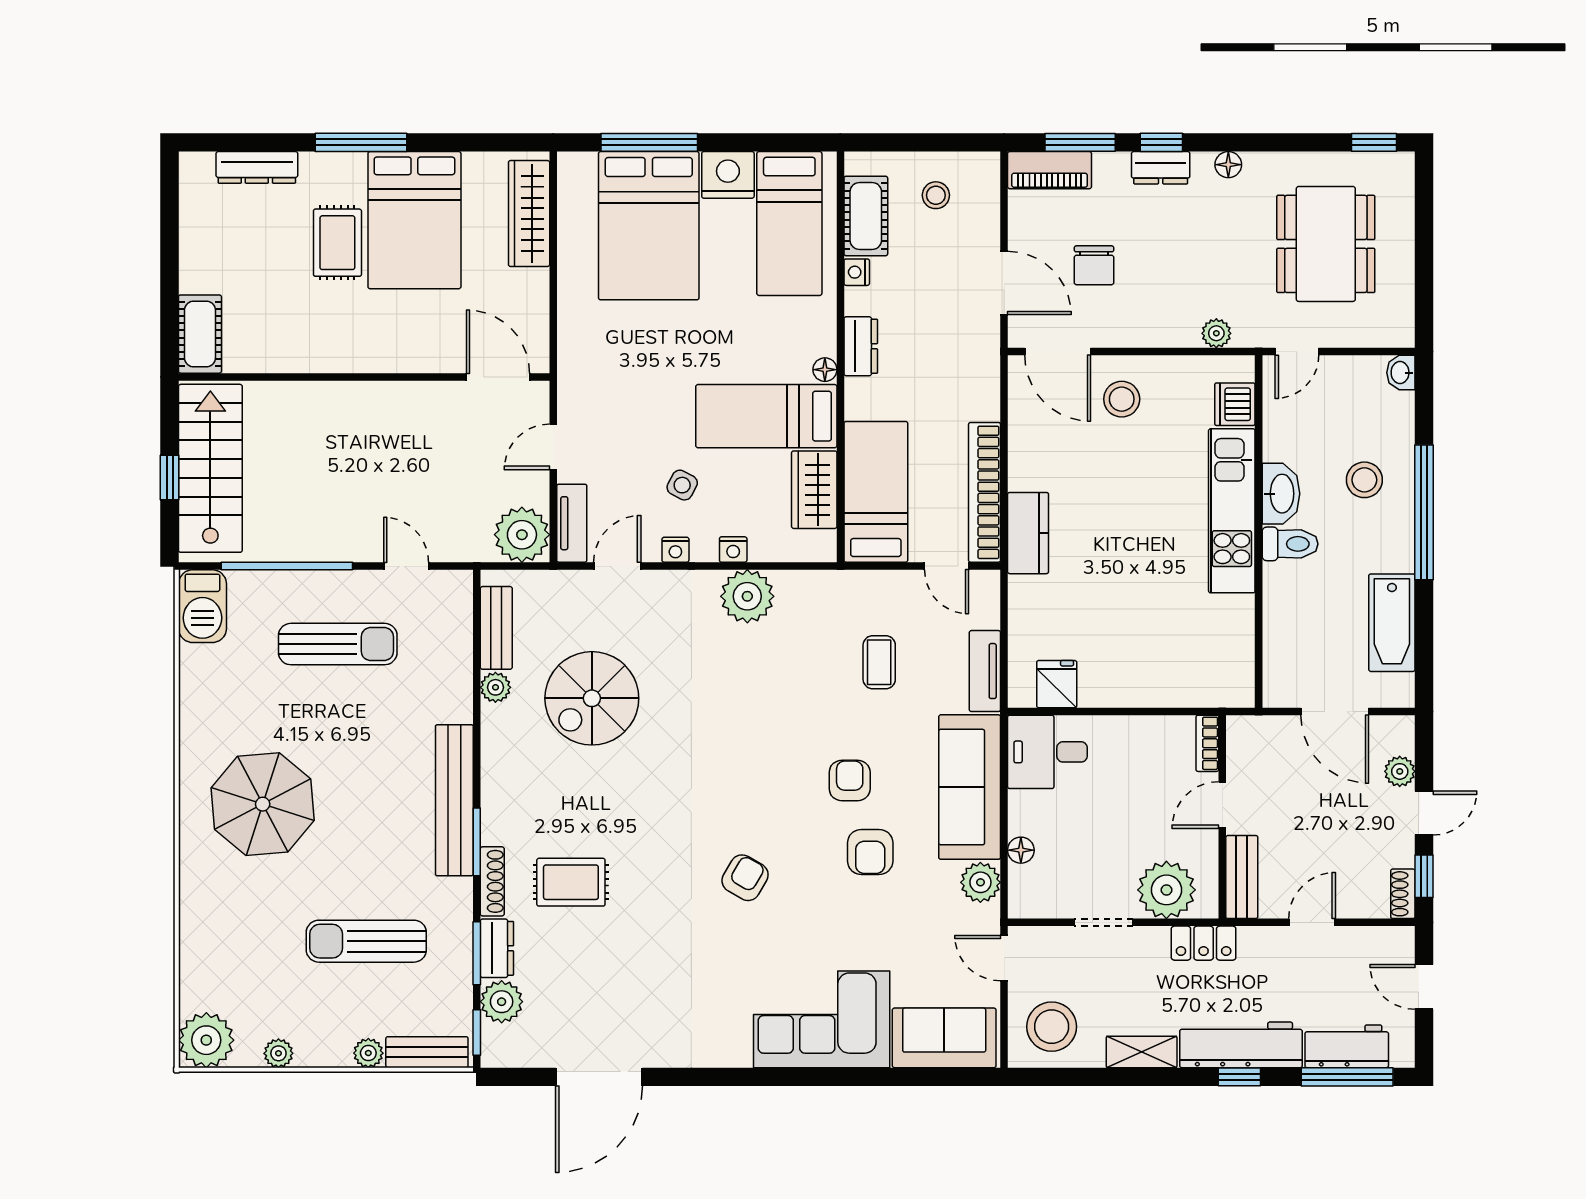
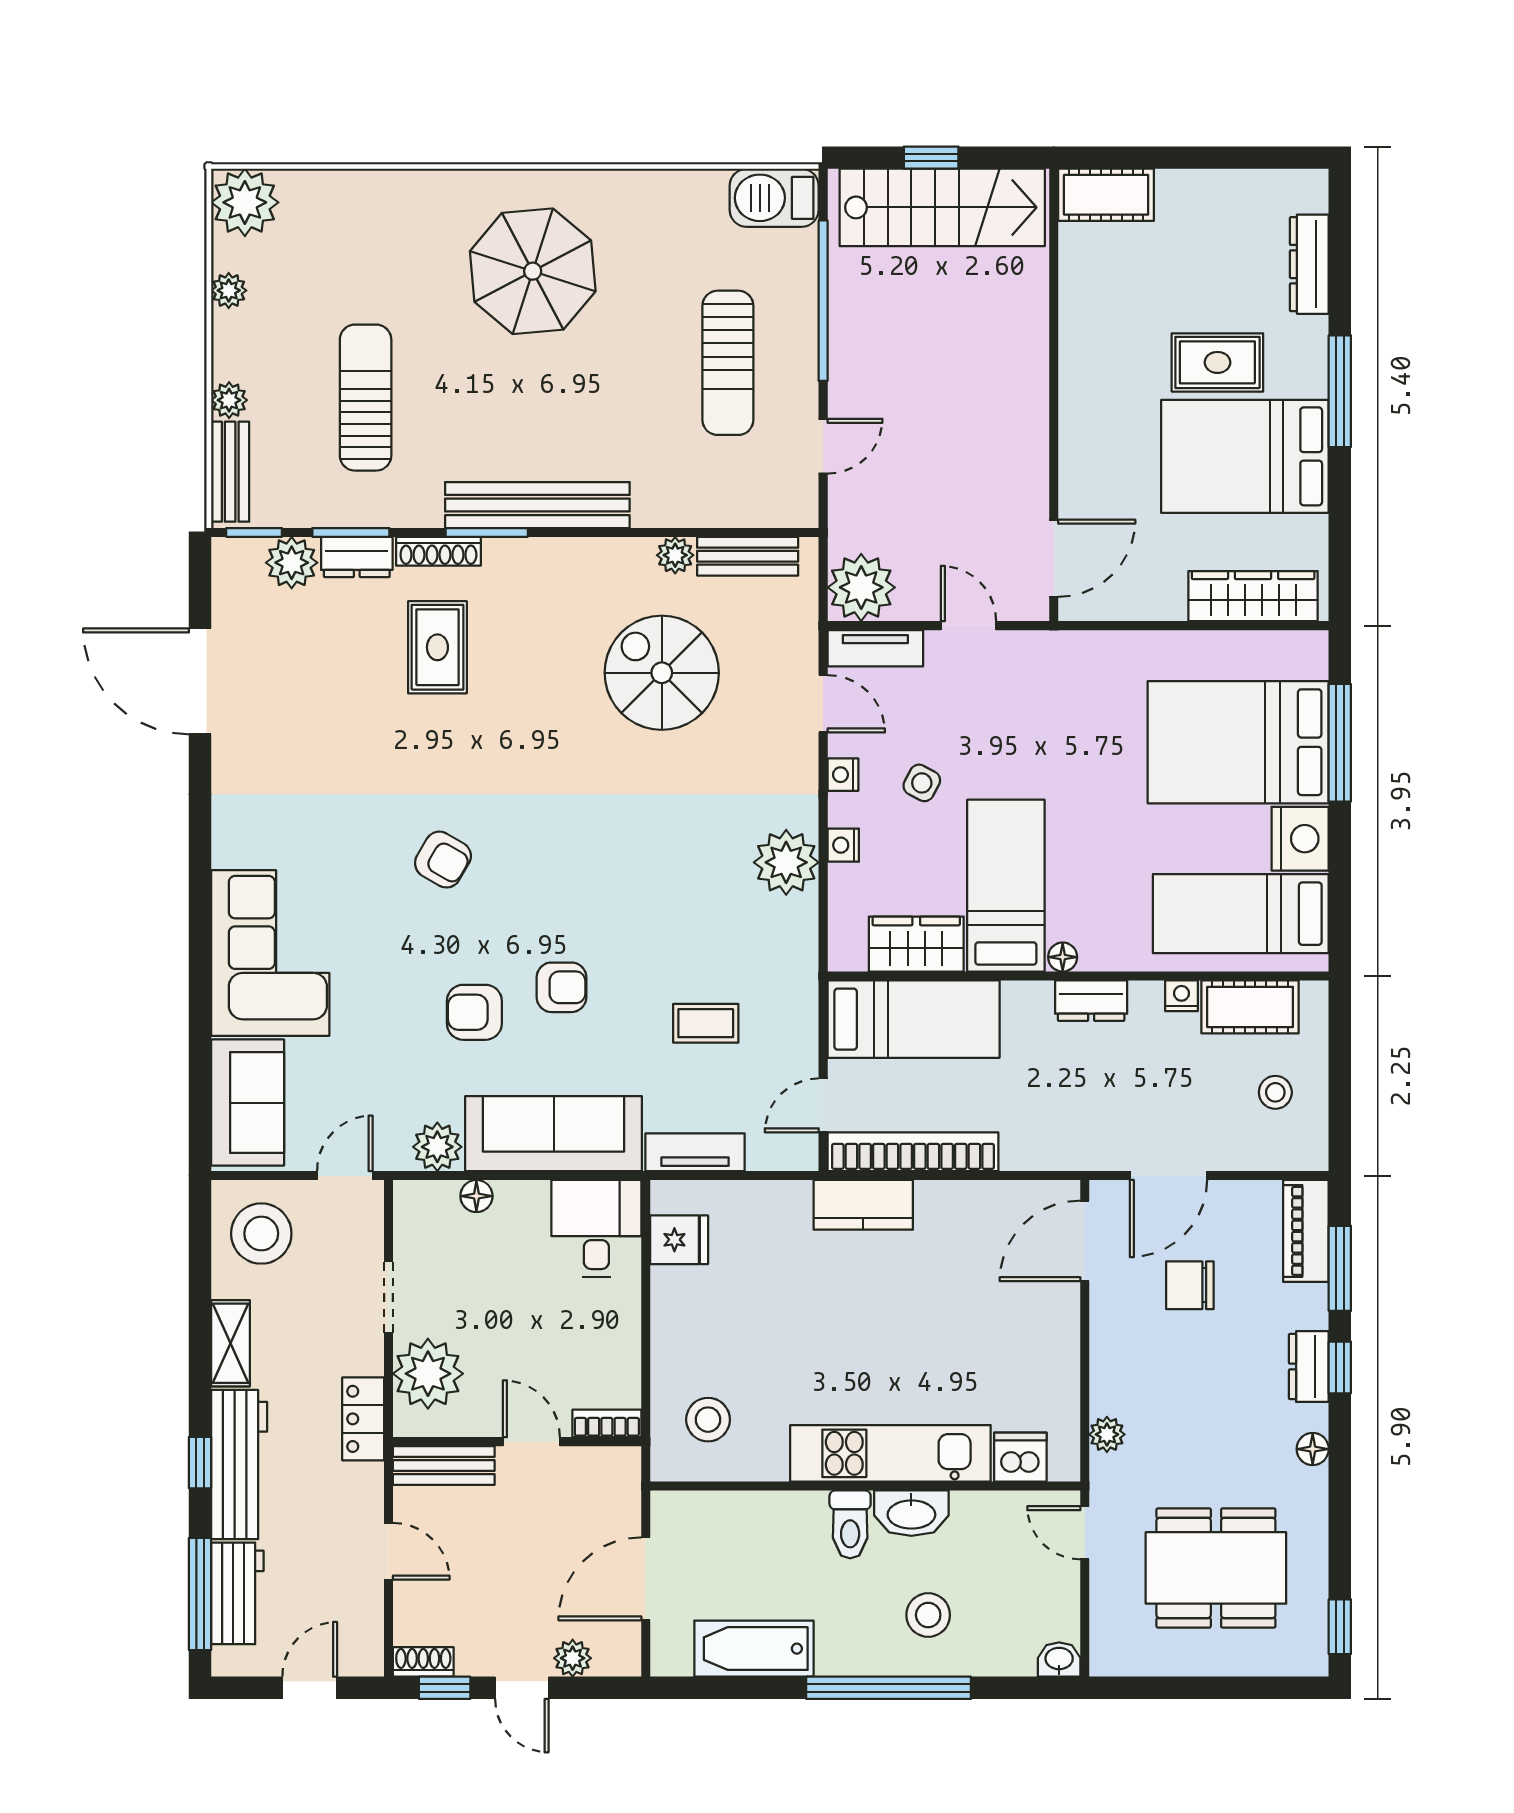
stool: (1122, 399) -> (708, 1420), moved

